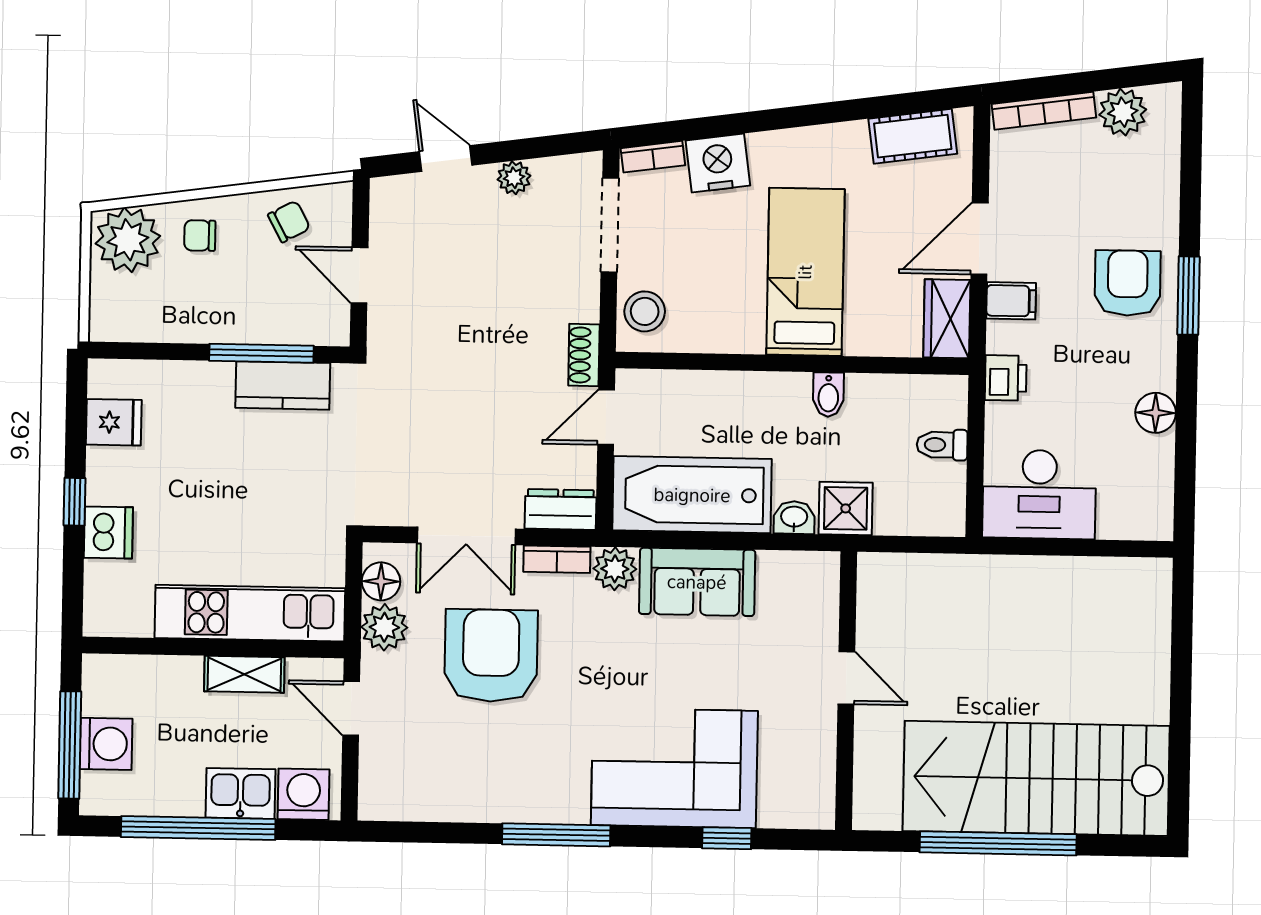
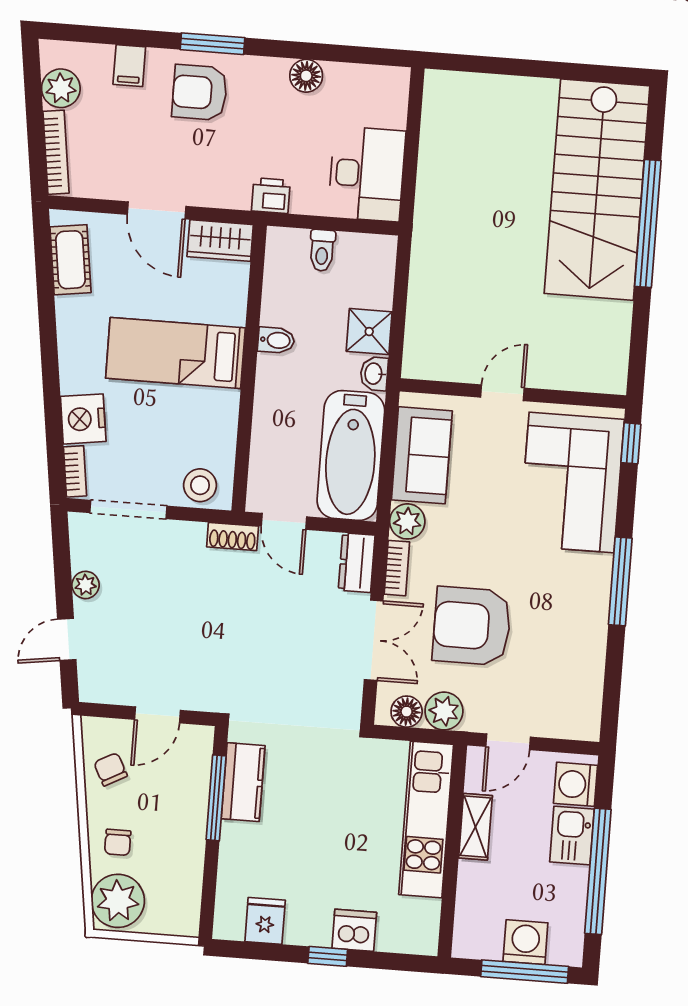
filing cabinet: (1011, 301) -> (129, 66), moved, turned 180
door: (846, 678) -> (502, 393), moved
wall: (846, 691) -> (513, 393), moved

